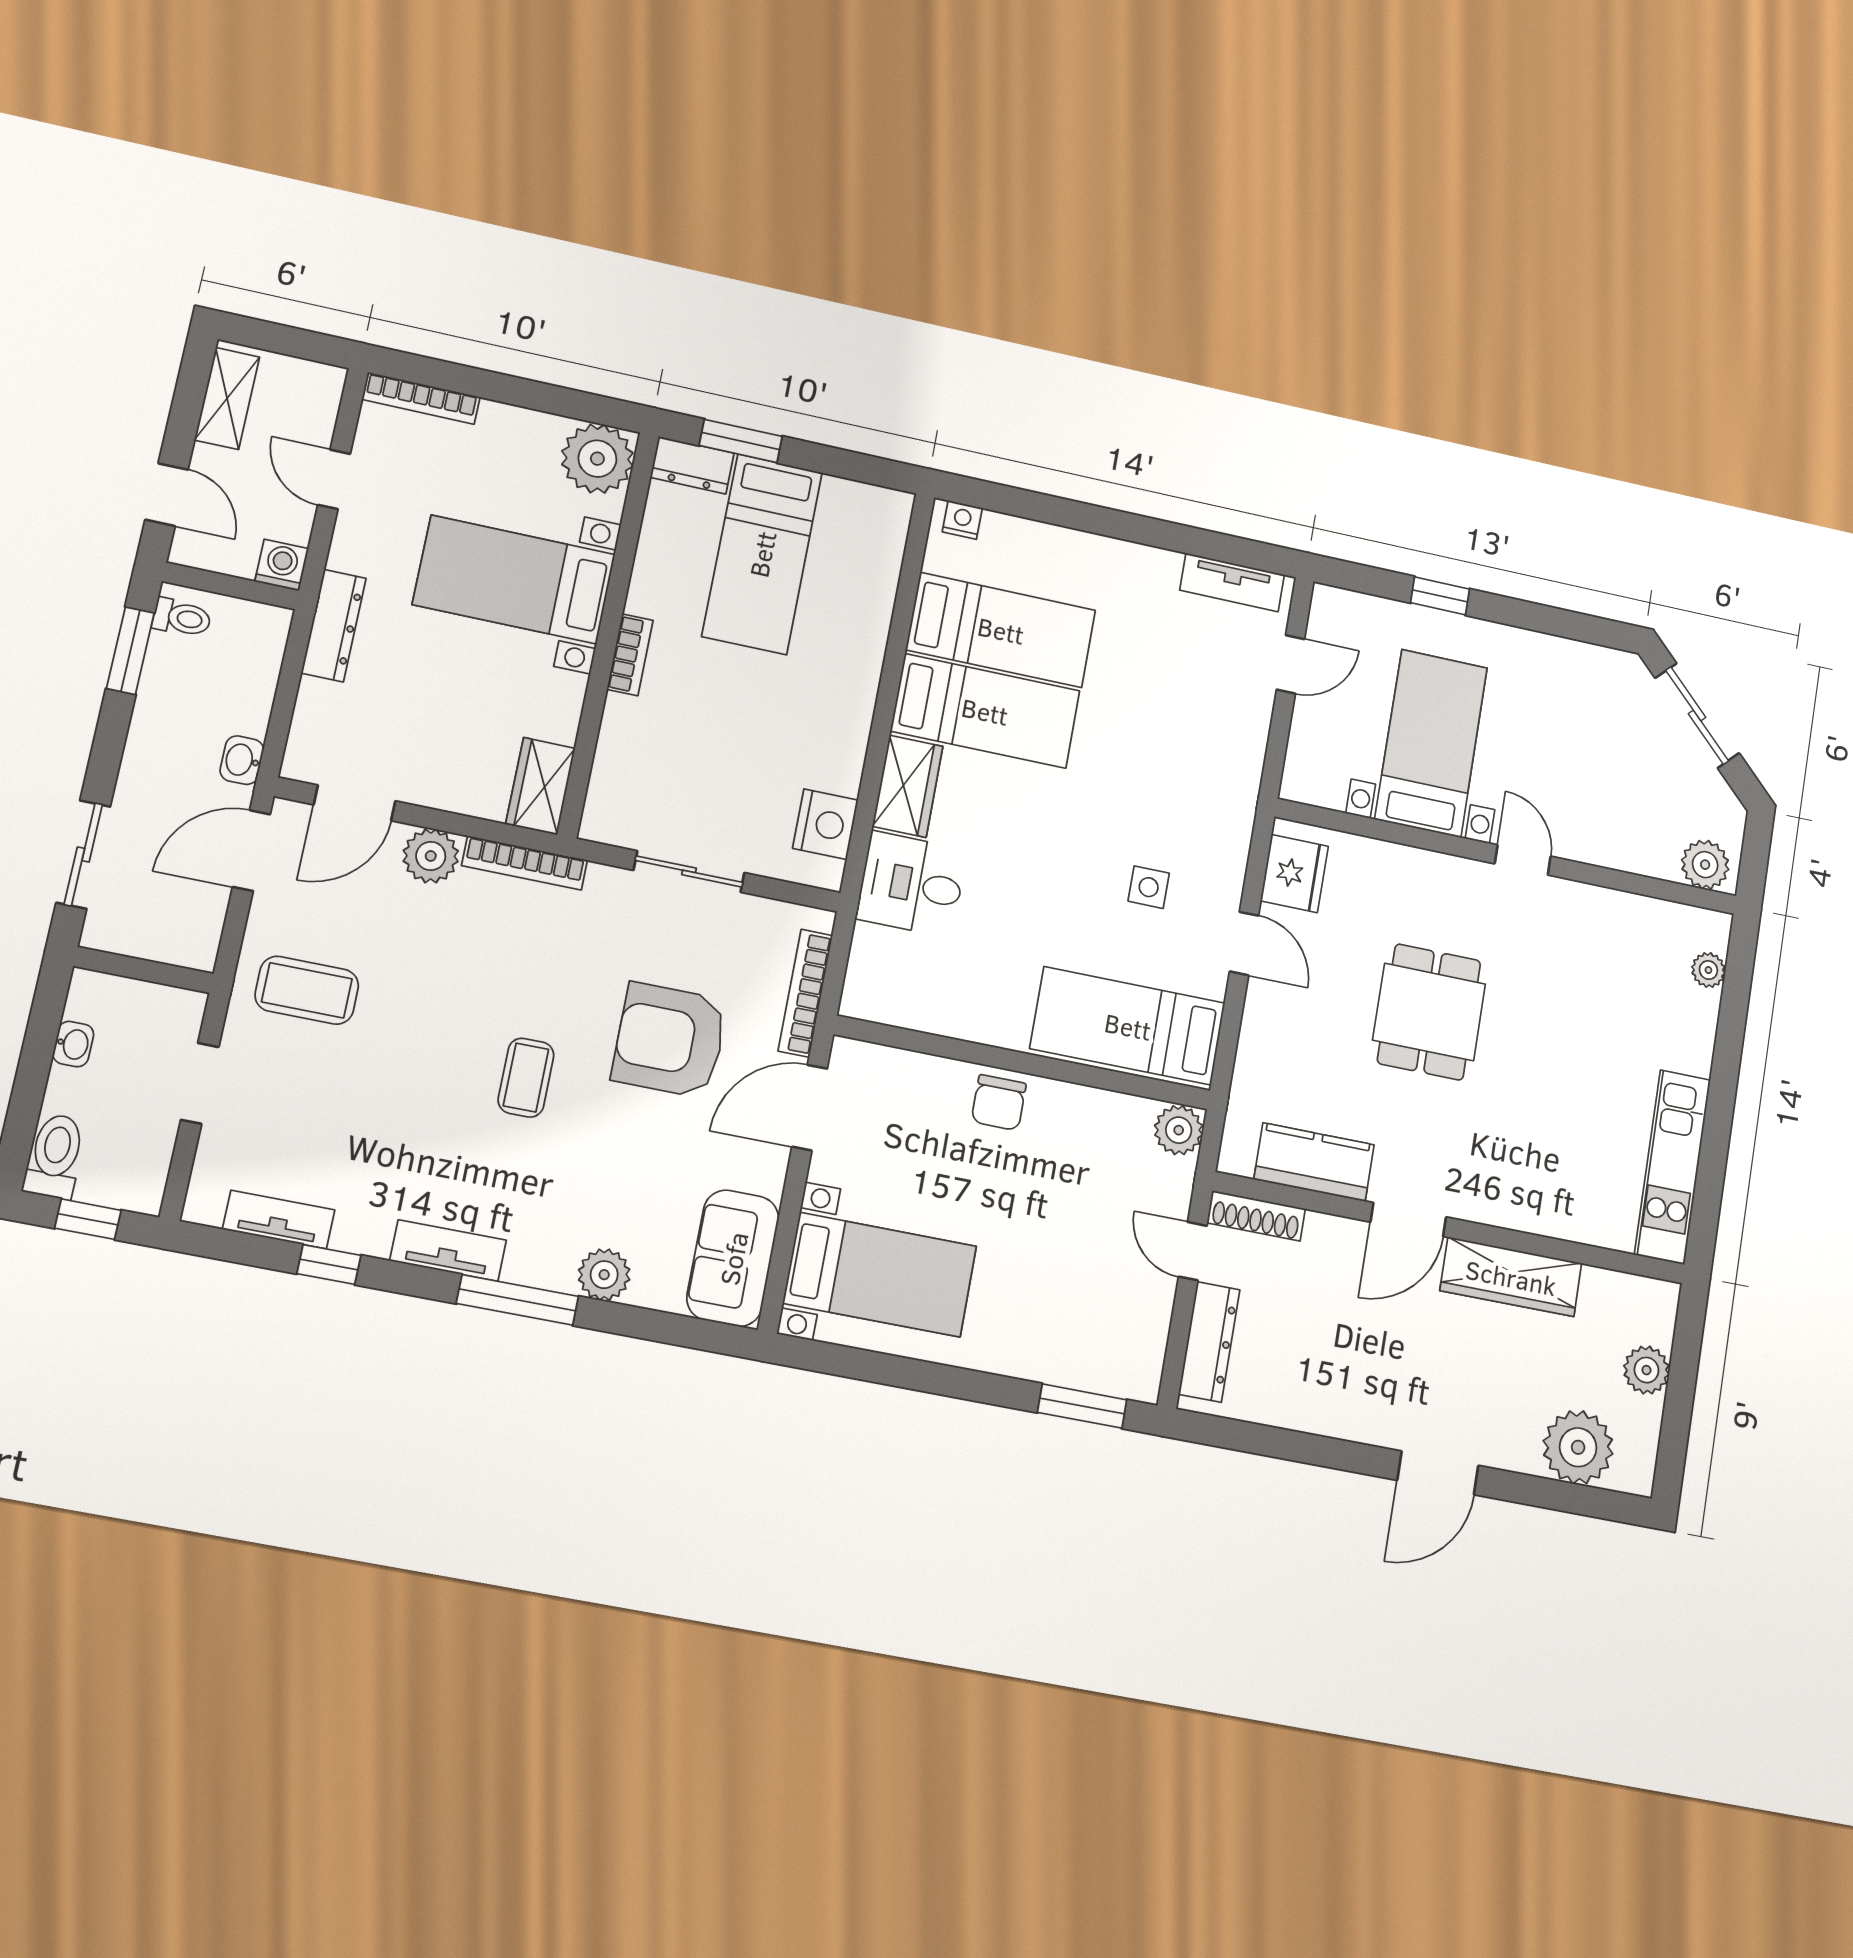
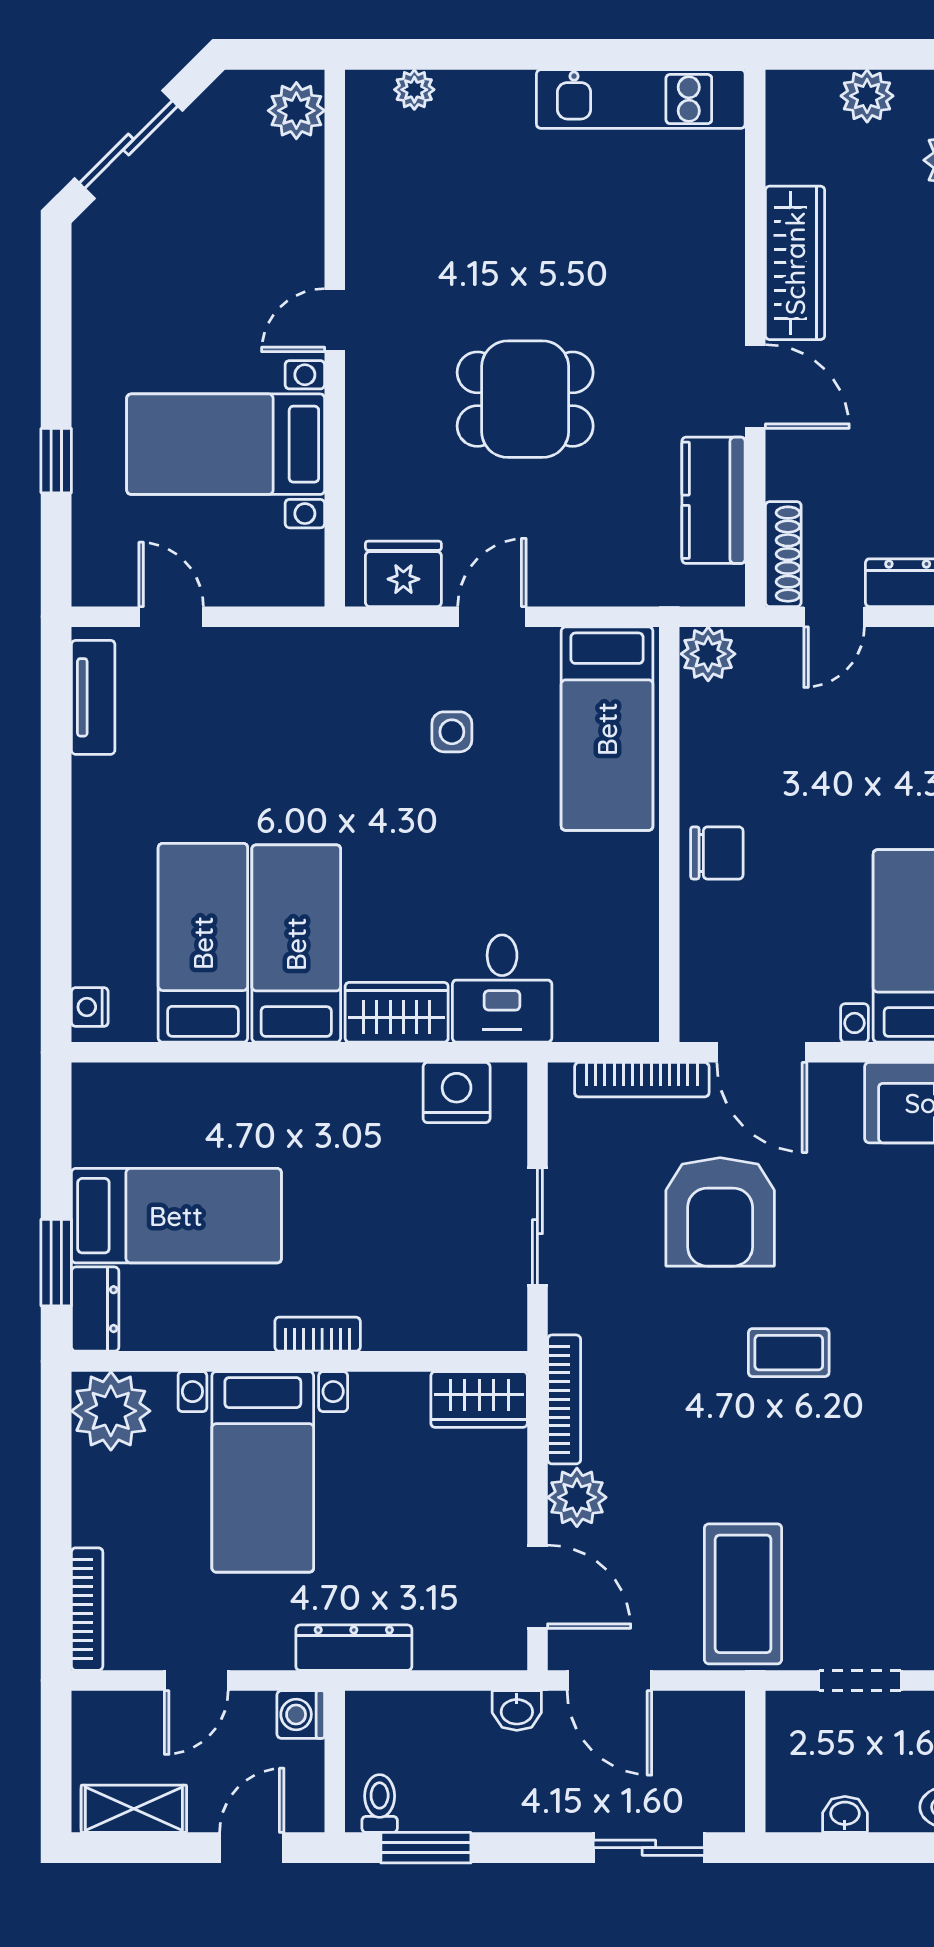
coffee table: (307, 990) -> (743, 1594), width x1.36, depth x1.32

